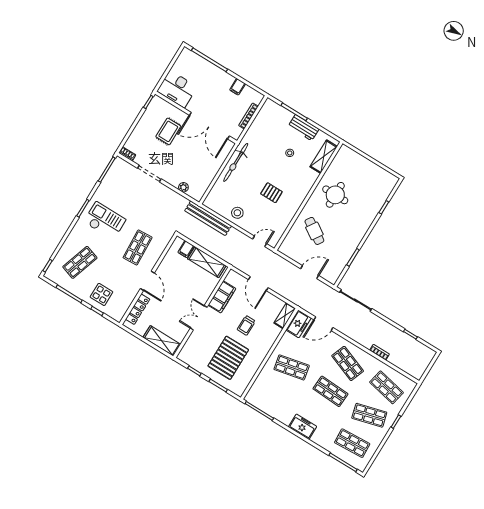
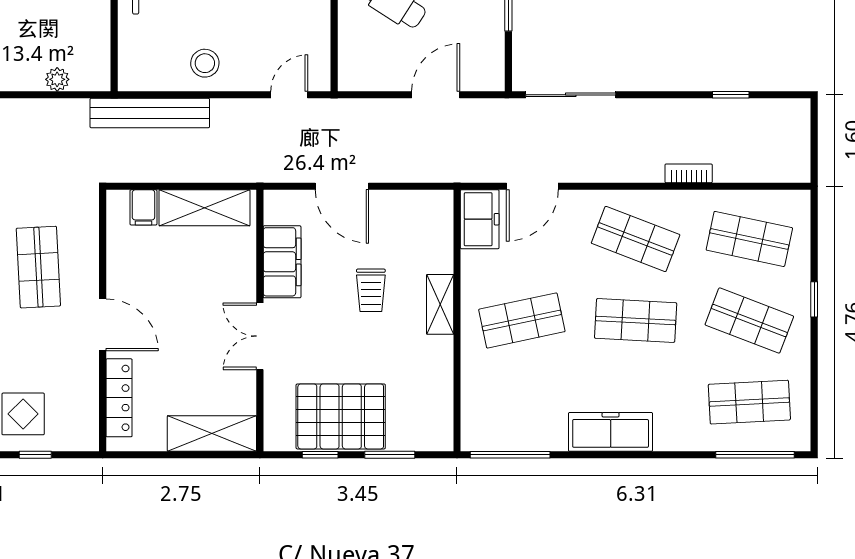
shelving: (285, 316) -> (440, 304), moved
pallet: (228, 358) -> (341, 416), moved, turned 90
shop shelf: (369, 415) -> (749, 320), turned 36
freezer: (303, 427) -> (611, 432), width x1.40

